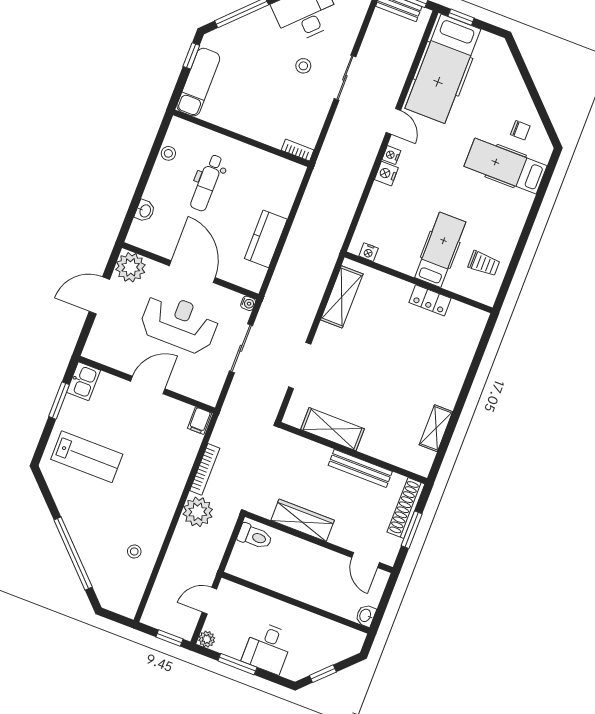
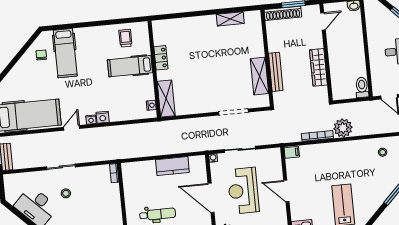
door: (192, 272) -> (211, 198), hinge flipped
shelving: (342, 297) -> (166, 99), moved, turned 90
bench: (360, 468) -> (276, 72), moved
toilet: (255, 537) -> (362, 87), moved

